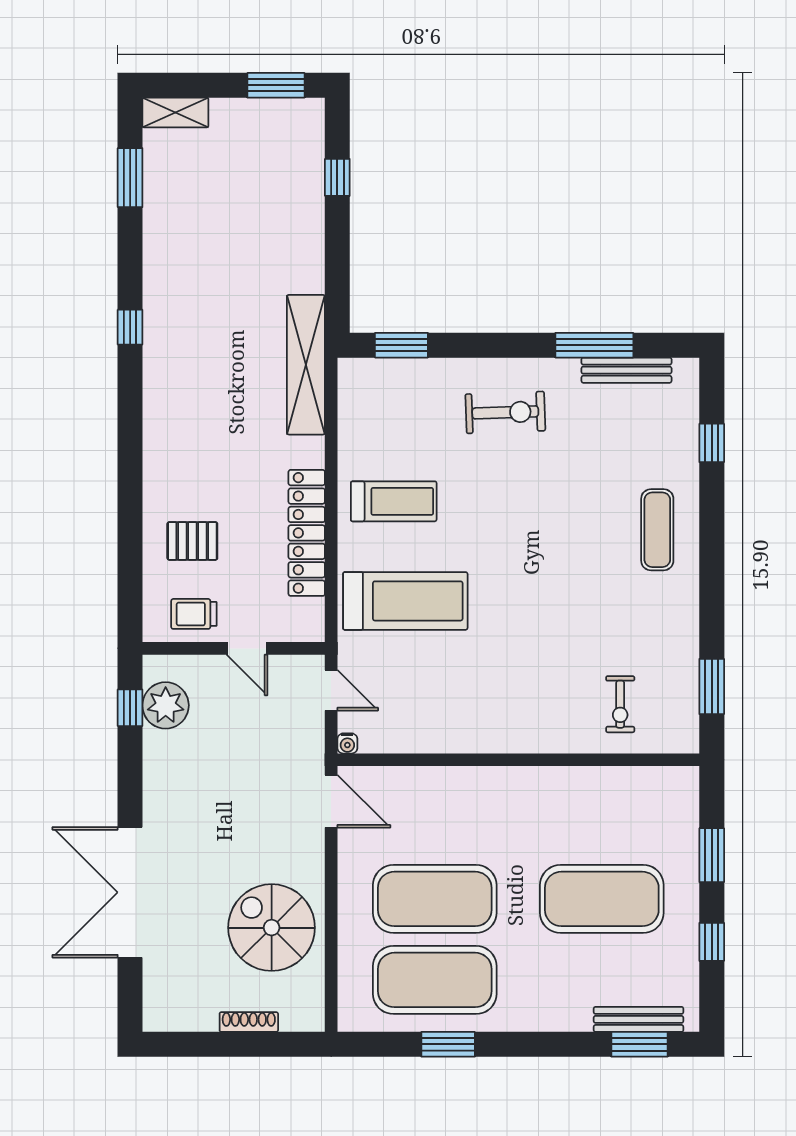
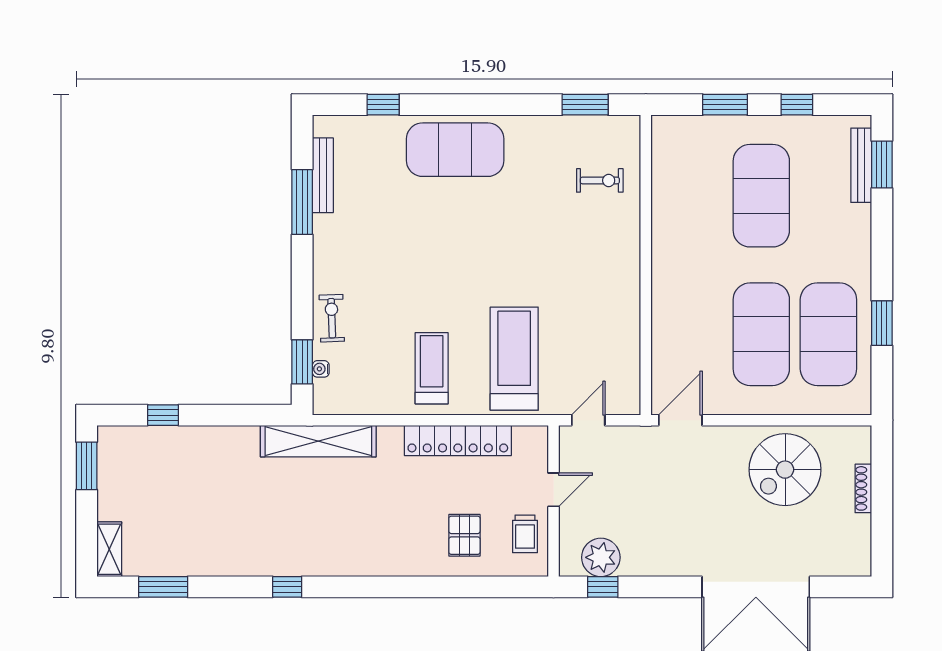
exercise bike: (505, 412) -> (332, 318), moved, width x0.73, depth x0.72
exercise mat: (657, 530) -> (455, 150), width x2.00, depth x1.45
water cooler: (347, 743) -> (321, 369), moved, turned 180

